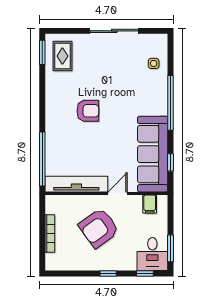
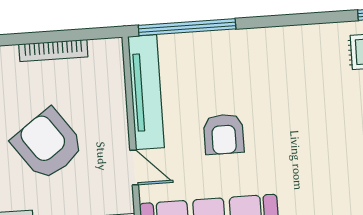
armchair: (88, 111) -> (224, 134), moved
armchair: (99, 228) -> (48, 144), moved

